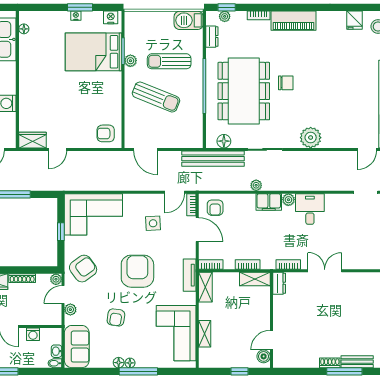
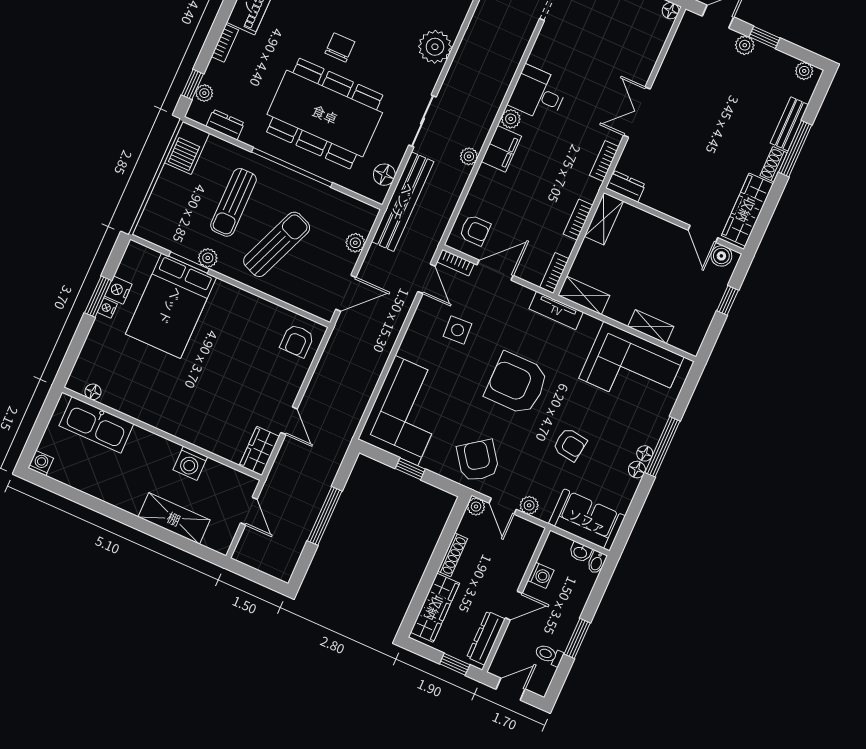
nightstand: (111, 17) -> (118, 290), moved
plant: (177, 142) -> (355, 243), added
wardrobe: (297, 359) -> (747, 210), added

